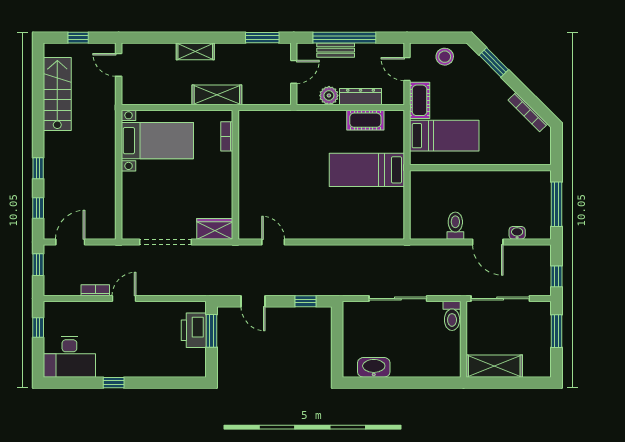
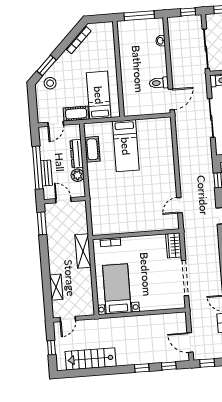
shelving: (195, 51) -> (56, 287), moved
stool: (445, 57) -> (50, 83), moved
door: (488, 242) -> (171, 99), moved

